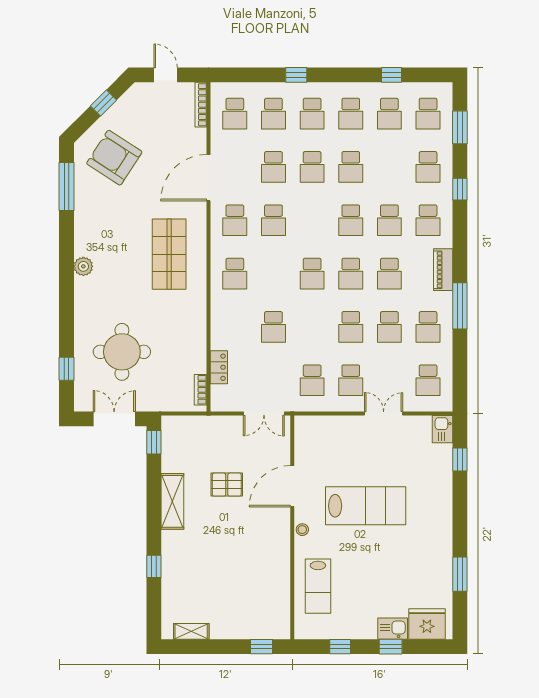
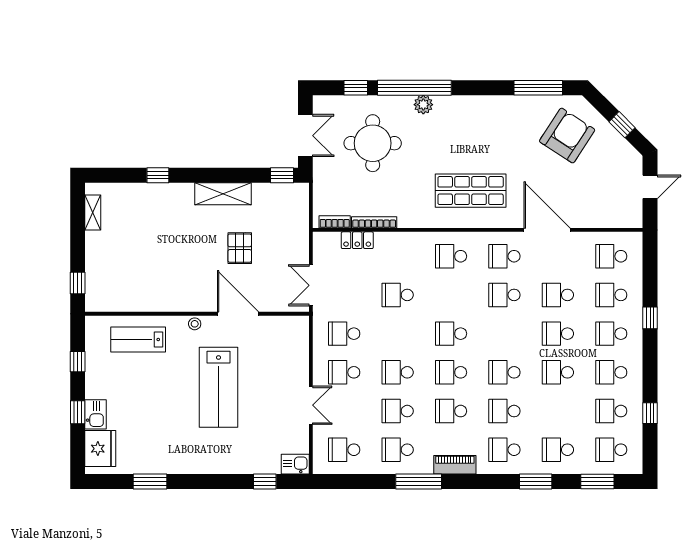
bookcase: (201, 105) -> (374, 222), moved
window: (460, 189) -> (536, 482), width x1.50
plant: (83, 266) -> (423, 105), moved
window: (67, 310) -> (414, 88), added

